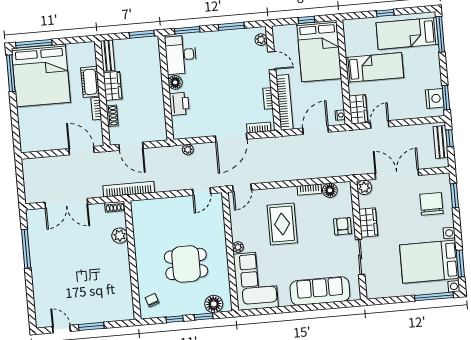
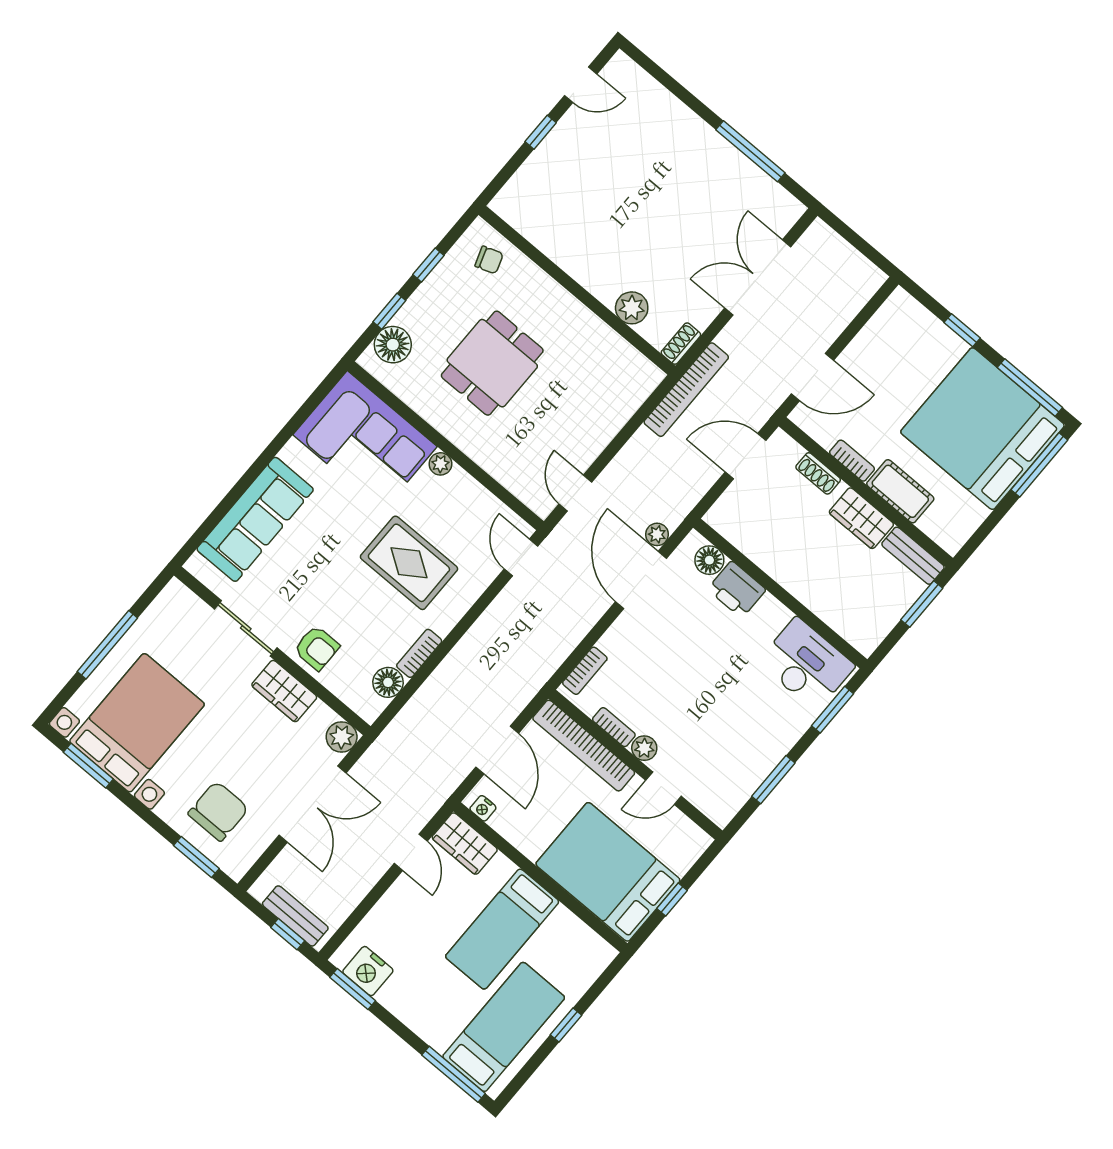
window: (142, 34) -> (922, 604), moved
plant: (261, 40) -> (644, 748), moved
floor lamp: (175, 82) -> (709, 560), moved
window: (14, 116) -> (962, 330), added
door: (231, 138) -> (641, 580), moved
chair: (431, 204) -> (218, 811), turned -90
window: (434, 296) -> (107, 645), moved
window: (91, 326) -> (541, 132), width x0.67

